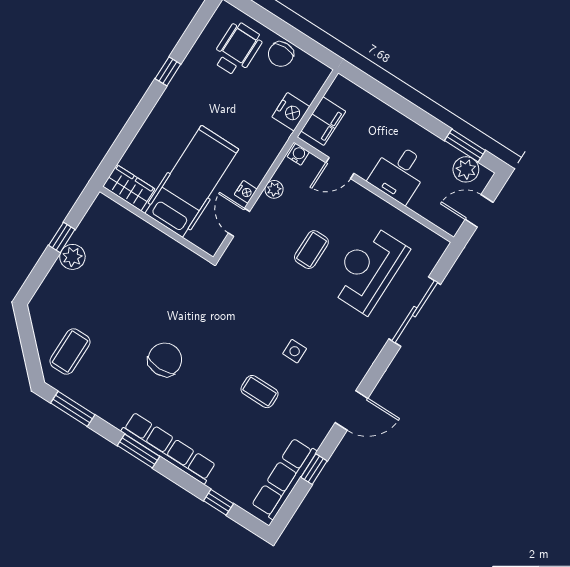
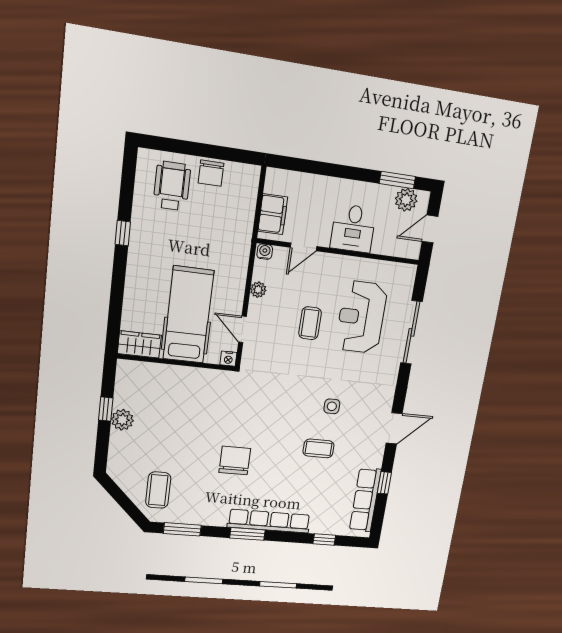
nightstand: (291, 112) -> (242, 219), removed
nightstand: (246, 192) -> (228, 359), moved, turned 90

